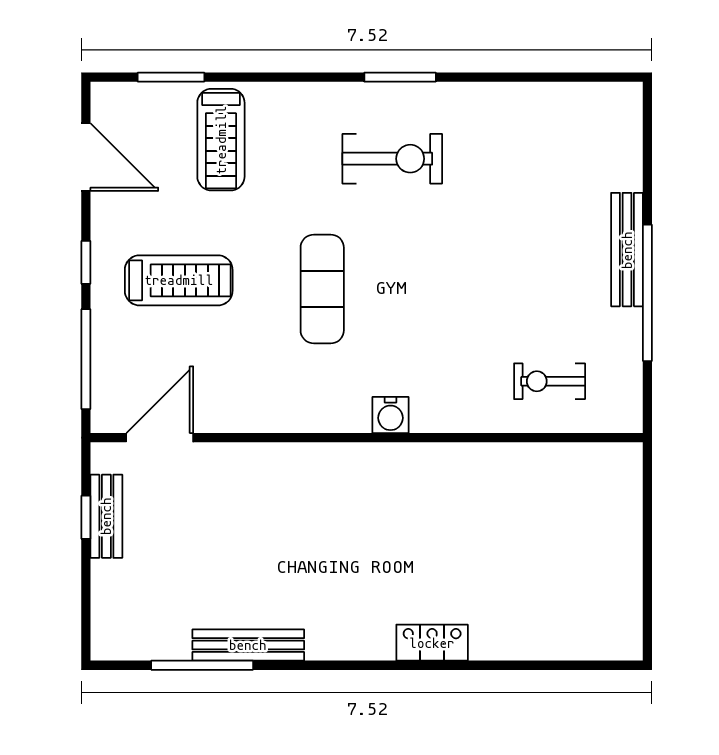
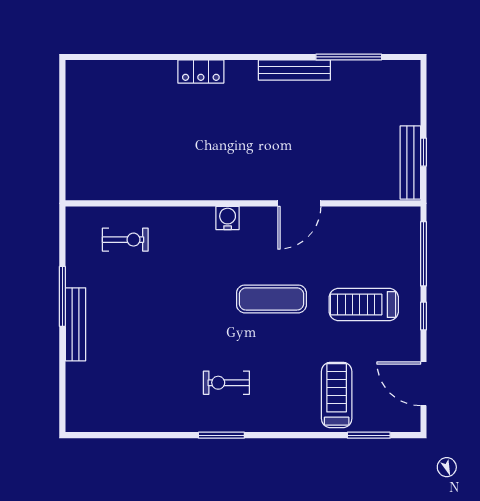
exercise bike: (392, 159) -> (226, 383), width x0.73, depth x0.72
exercise mat: (322, 289) -> (271, 299), turned 90
window: (647, 293) -> (62, 296), width x0.68
door: (160, 438) -> (299, 203), moved
bench: (106, 516) -> (410, 163), width x1.36
bench: (248, 645) -> (294, 70), moved

